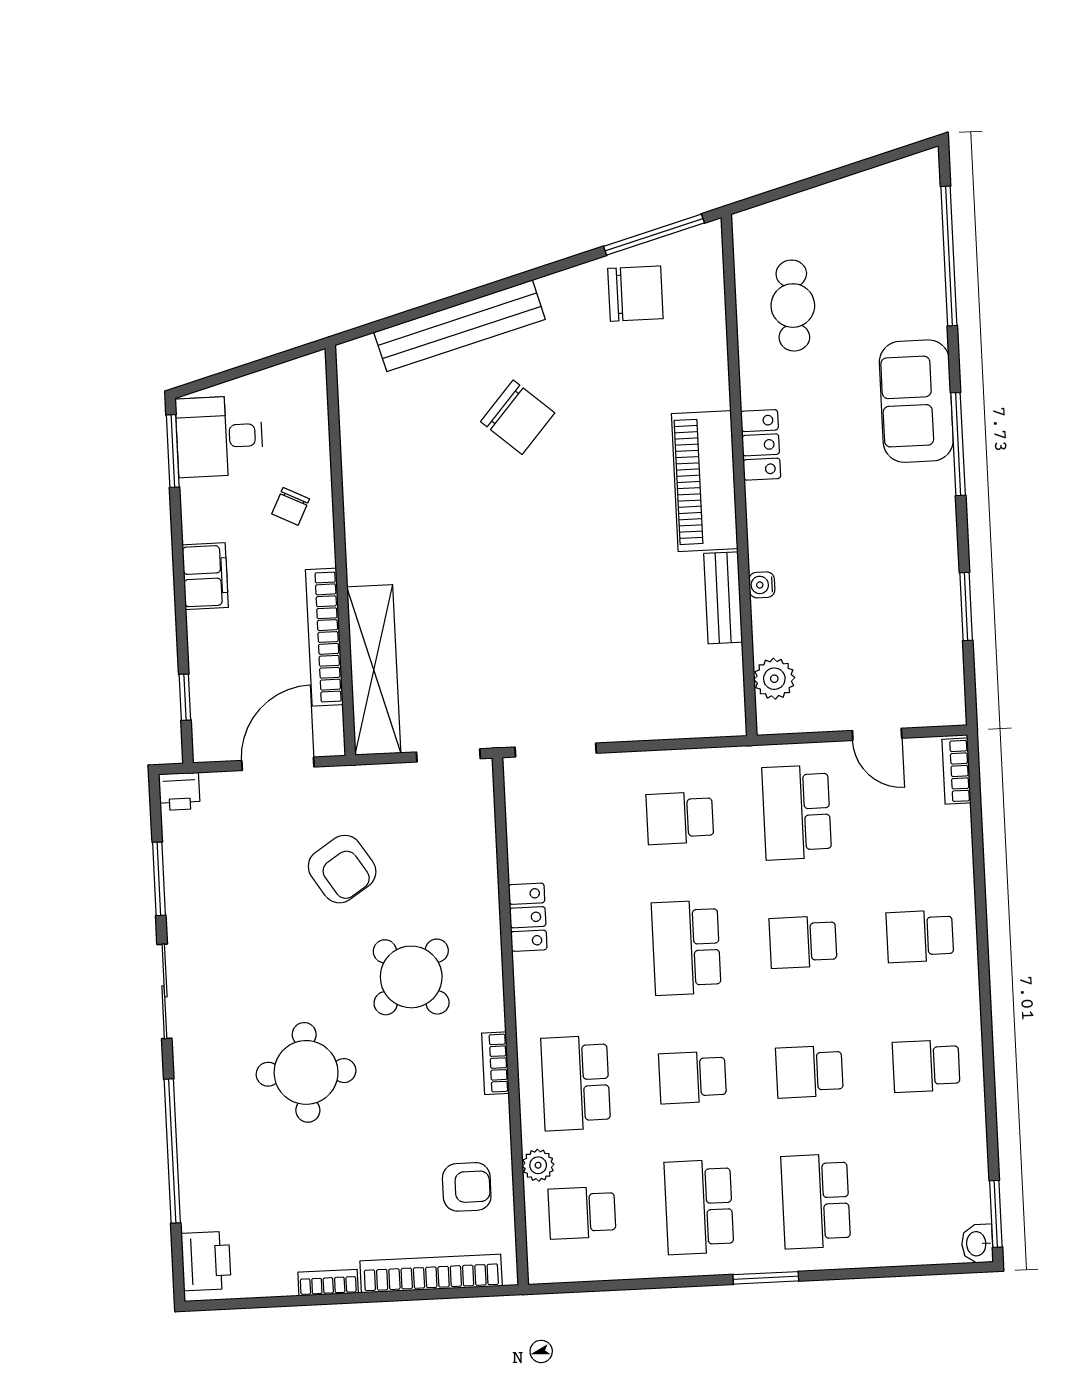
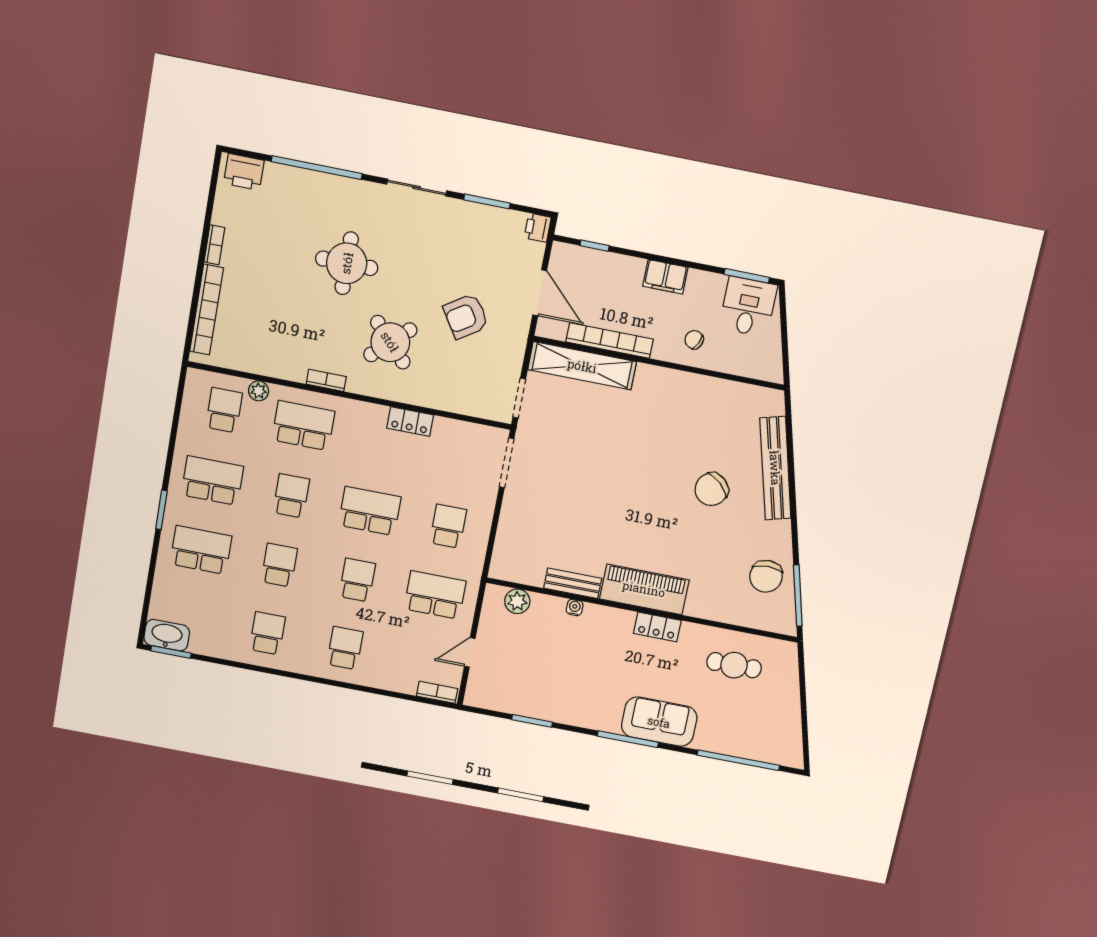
armchair: (467, 1187) -> (255, 344), removed
washbasin: (977, 1244) -> (167, 635), width x1.91, depth x1.45

